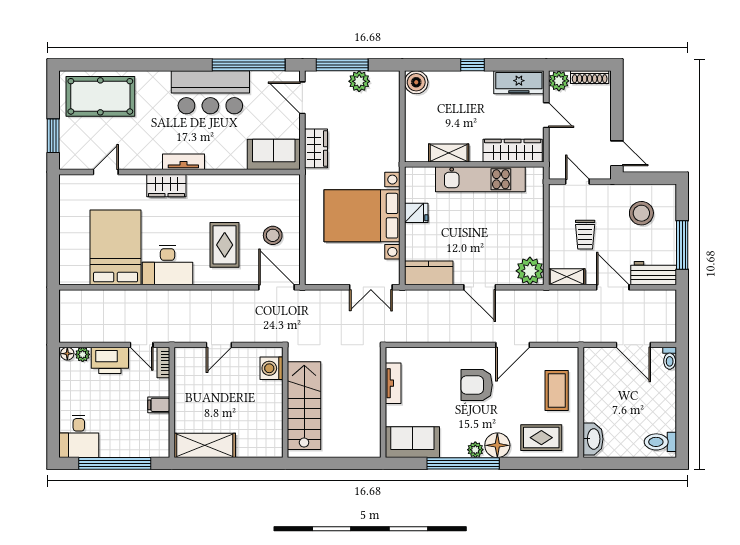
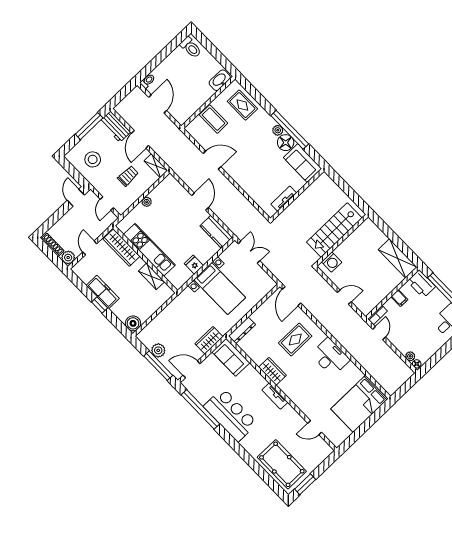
freezer: (519, 82) -> (103, 292), moved
door: (302, 98) -> (192, 369), swing flipped
window: (53, 136) -> (305, 484), moved
wardrobe: (166, 186) -> (272, 371), moved
dresser: (292, 196) -> (242, 330), added
bed with nightstands: (362, 216) -> (220, 289), width x0.73
stool: (273, 235) -> (269, 321), removed
bed: (116, 247) -> (359, 404), moved
plant: (530, 271) -> (147, 202), moved, width x0.53, depth x0.53
printer: (110, 360) -> (421, 284), moved, turned 180
armchair: (477, 385) -> (247, 159), removed
coffee table: (557, 390) -> (213, 119), turned 90
floor lamp: (497, 445) -> (286, 143), moved

